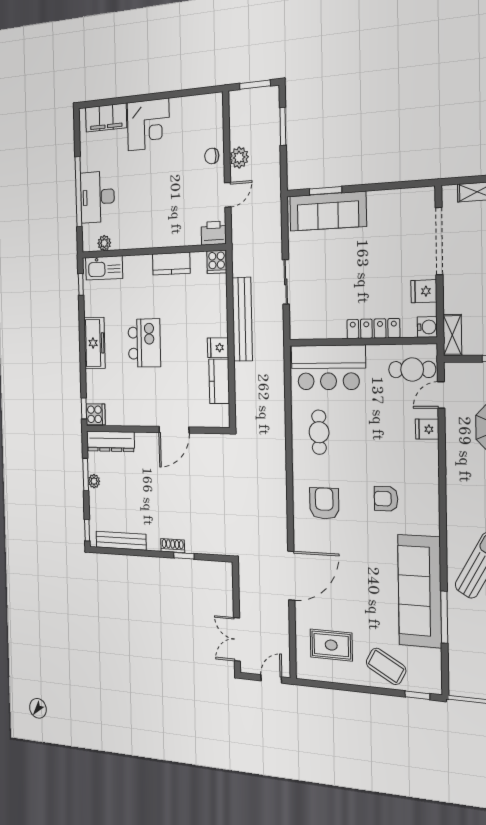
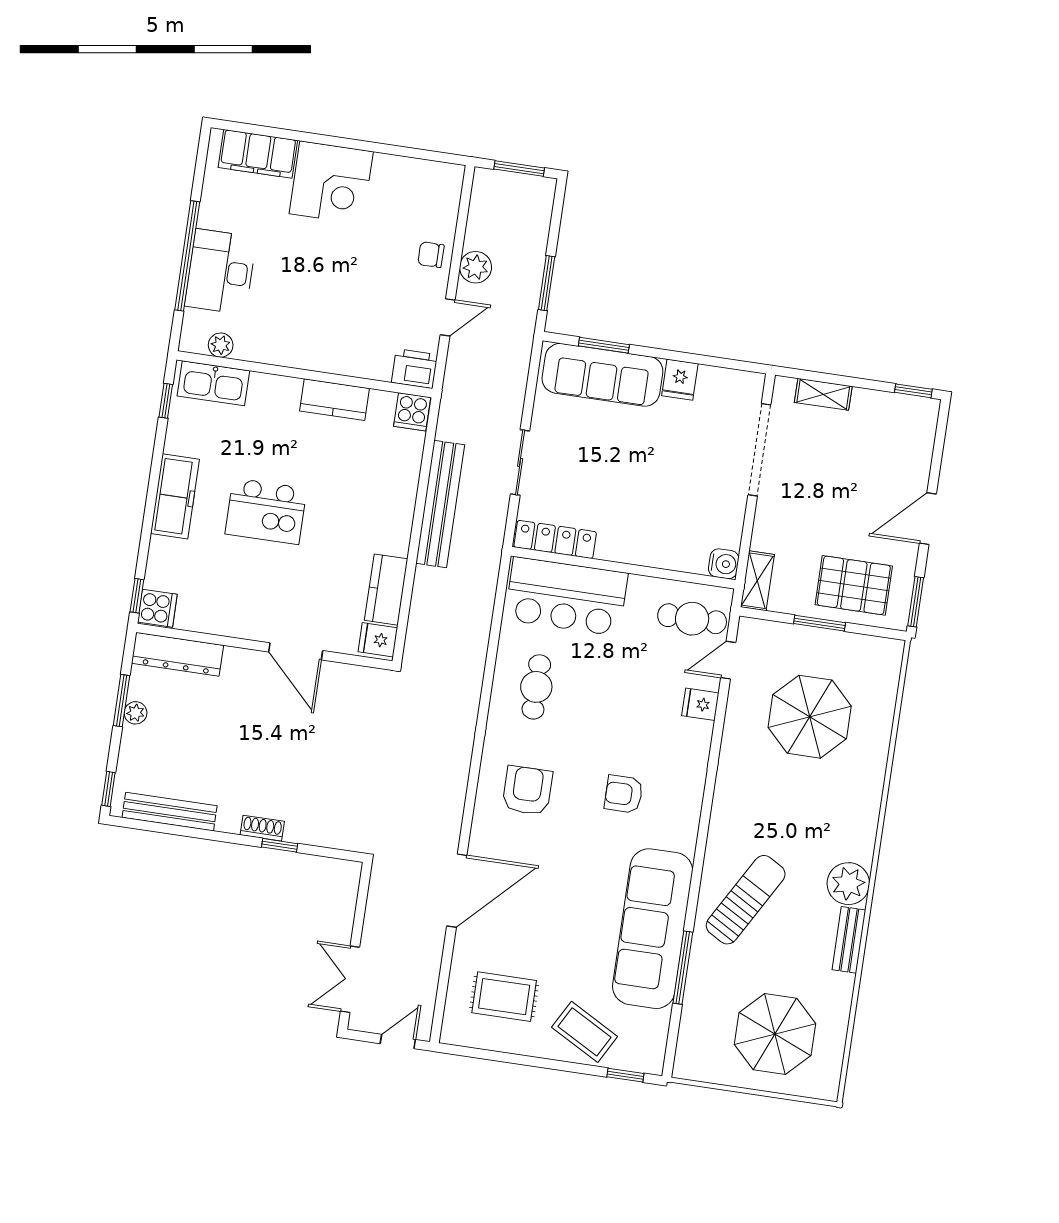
window: (283, 126) -> (547, 283), moved
fridge: (424, 291) -> (680, 380), moved, turned -90
locker: (373, 329) -> (555, 539), moved
kitchen island: (144, 343) -> (266, 511), turned 90
fridge: (218, 348) -> (378, 640), moved
door: (174, 430) -> (296, 651), hinge flipped

